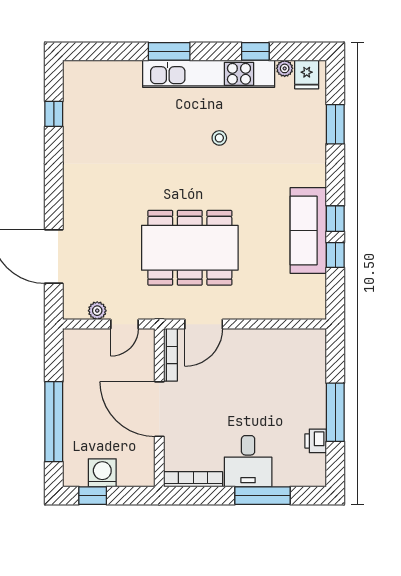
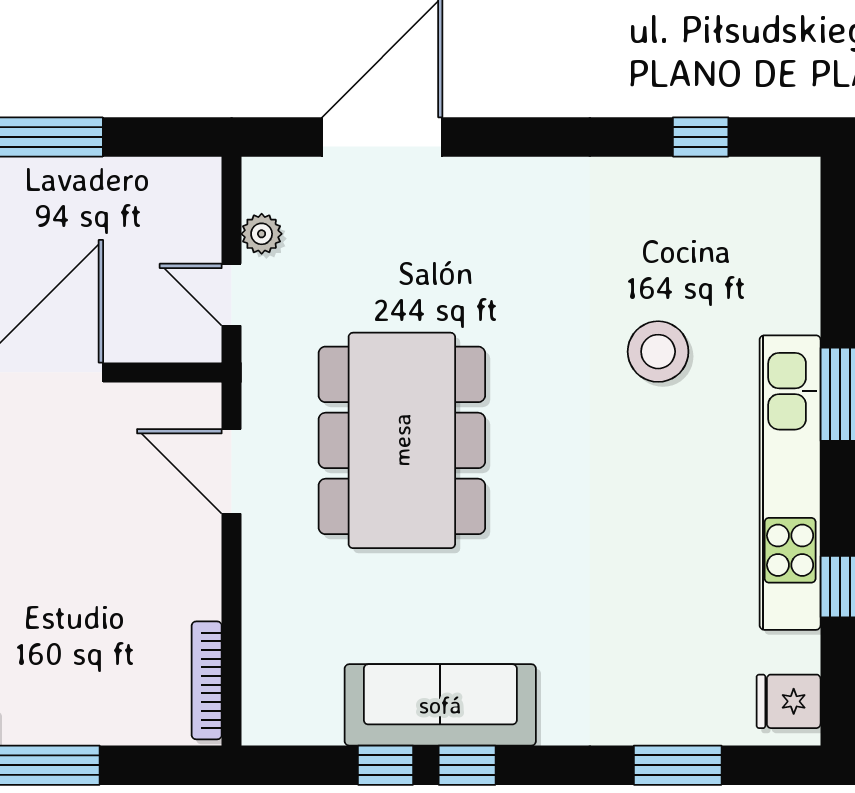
plant: (285, 68) -> (802, 652), removed
stool: (219, 138) -> (658, 352), moved, width x1.89, depth x1.89
bookcase: (170, 355) -> (207, 680), moved, turned 90

